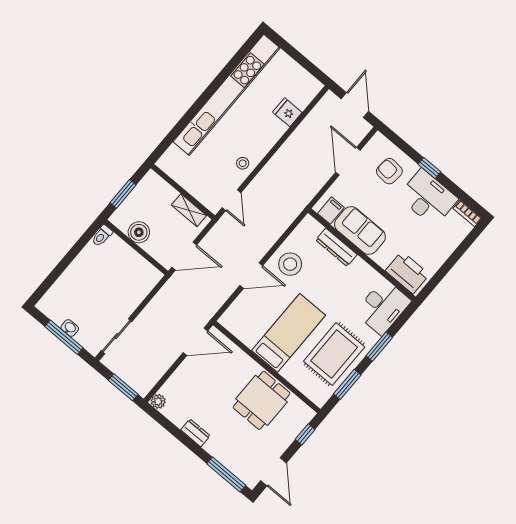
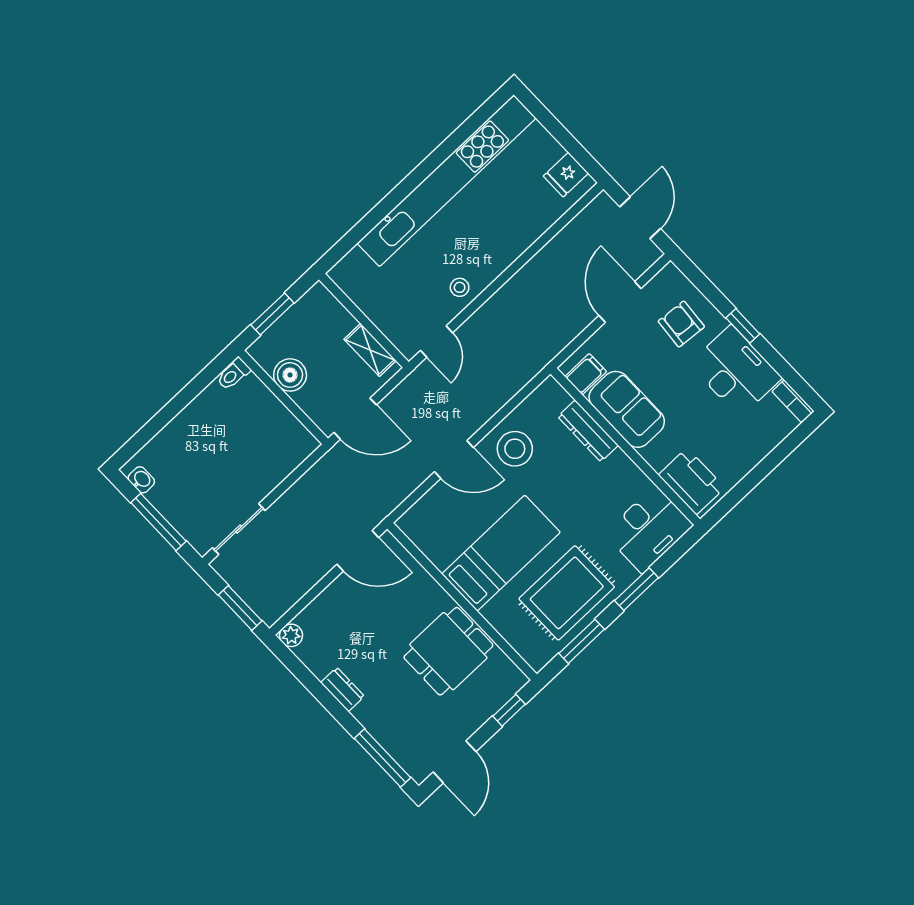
fridge: (287, 112) -> (566, 175), moved, turned -90
washbasin: (70, 328) -> (141, 480), moved

